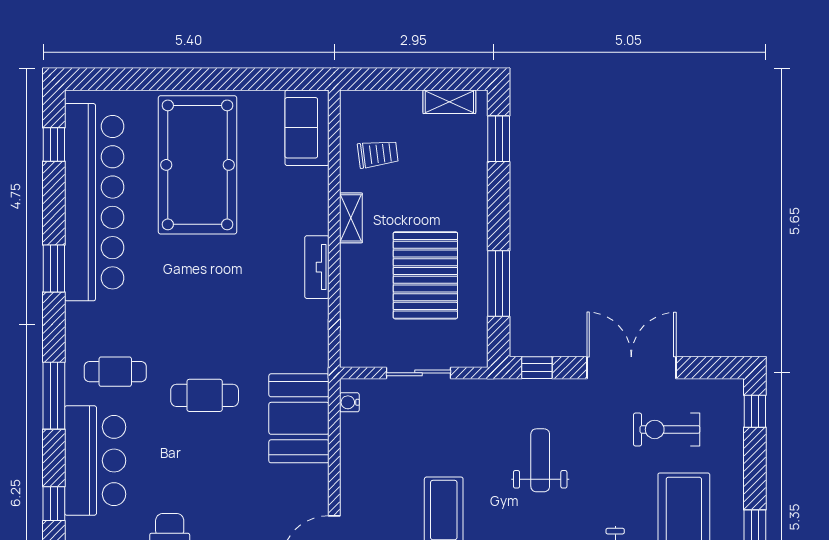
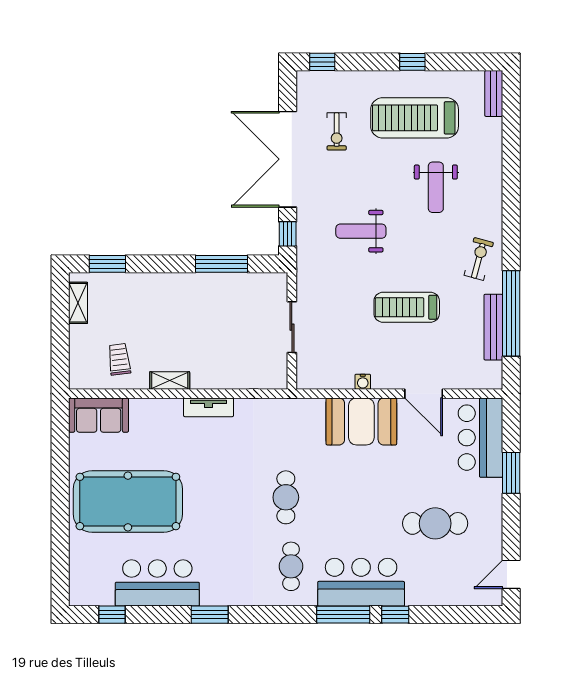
bar counter: (94, 202) -> (157, 583), width x0.54
pallet: (425, 275) -> (215, 322), removed
double door: (631, 368) -> (288, 159), width x1.36
cafe table: (205, 395) -> (286, 497), moved
window: (54, 396) -> (343, 615), moved
water cooler: (349, 402) -> (363, 382), moved
booth: (299, 418) -> (361, 421), moved
exercise bike: (667, 429) -> (337, 131), width x0.73, depth x0.72

